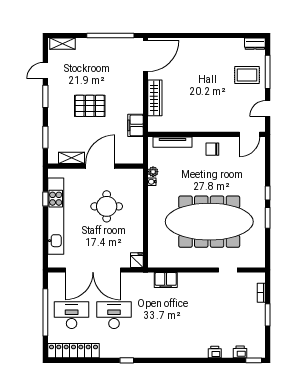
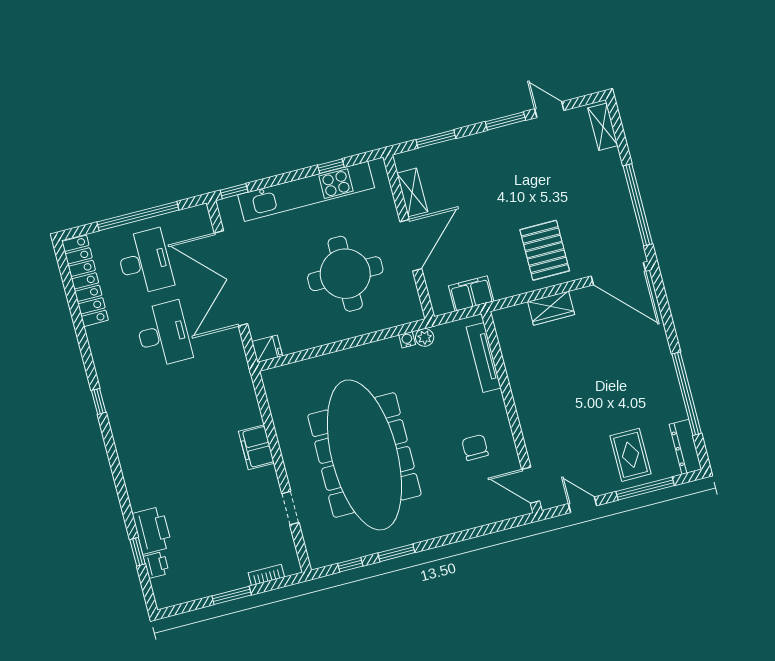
window: (221, 35) -> (687, 394), added
dresser: (255, 44) -> (685, 447), width x1.44
wardrobe: (155, 98) -> (551, 308), width x0.67
pallet: (90, 106) -> (545, 250), moved
filing cabinet: (136, 125) -> (471, 294), moved
chair: (212, 149) -> (475, 447), moved
door: (100, 166) -> (411, 245), hinge flipped
window: (268, 193) -> (350, 565), moved
round table: (107, 206) -> (345, 274), width x1.36, depth x1.36
window: (45, 256) -> (234, 191), added
filing cabinet: (166, 280) -> (256, 447), moved
printer: (215, 352) -> (152, 530), width x1.87, depth x1.48
window: (127, 360) -> (99, 401), moved
window: (254, 360) -> (138, 552), moved

